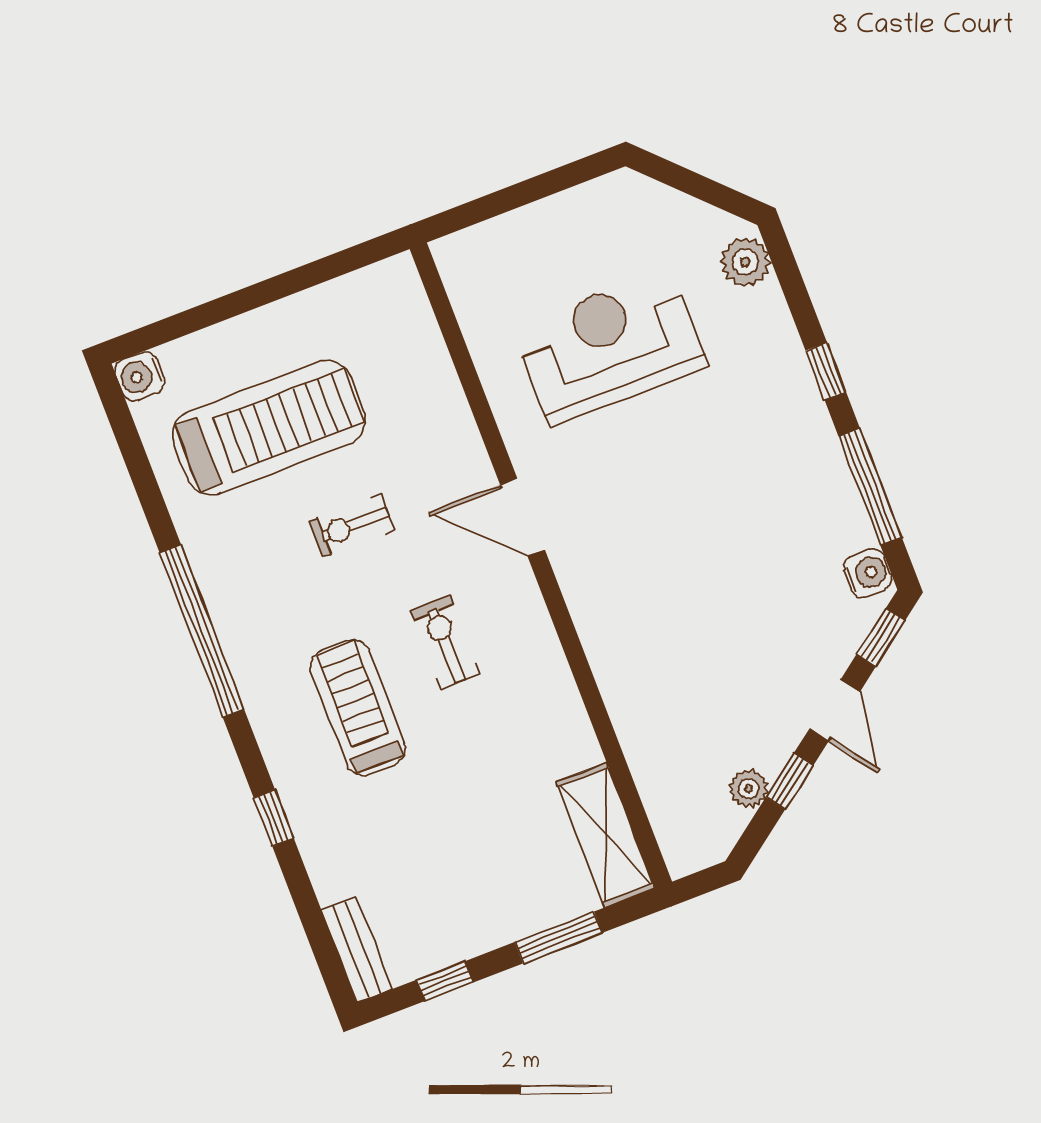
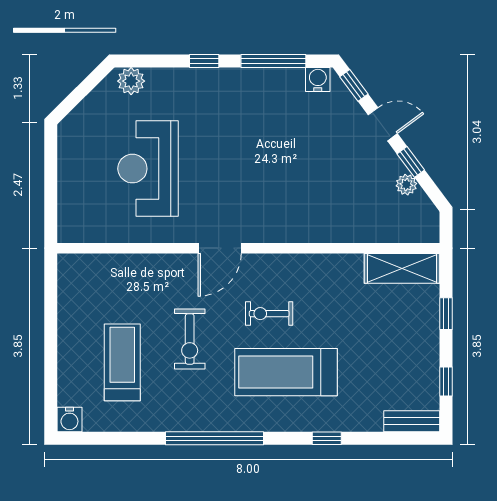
treadmill: (269, 428) -> (122, 362), width x0.73, depth x0.73
exercise bike: (352, 525) -> (190, 339), width x1.38, depth x1.39
treadmill: (358, 708) -> (286, 372), width x1.37, depth x1.38
window: (559, 937) -> (446, 314), width x0.67

